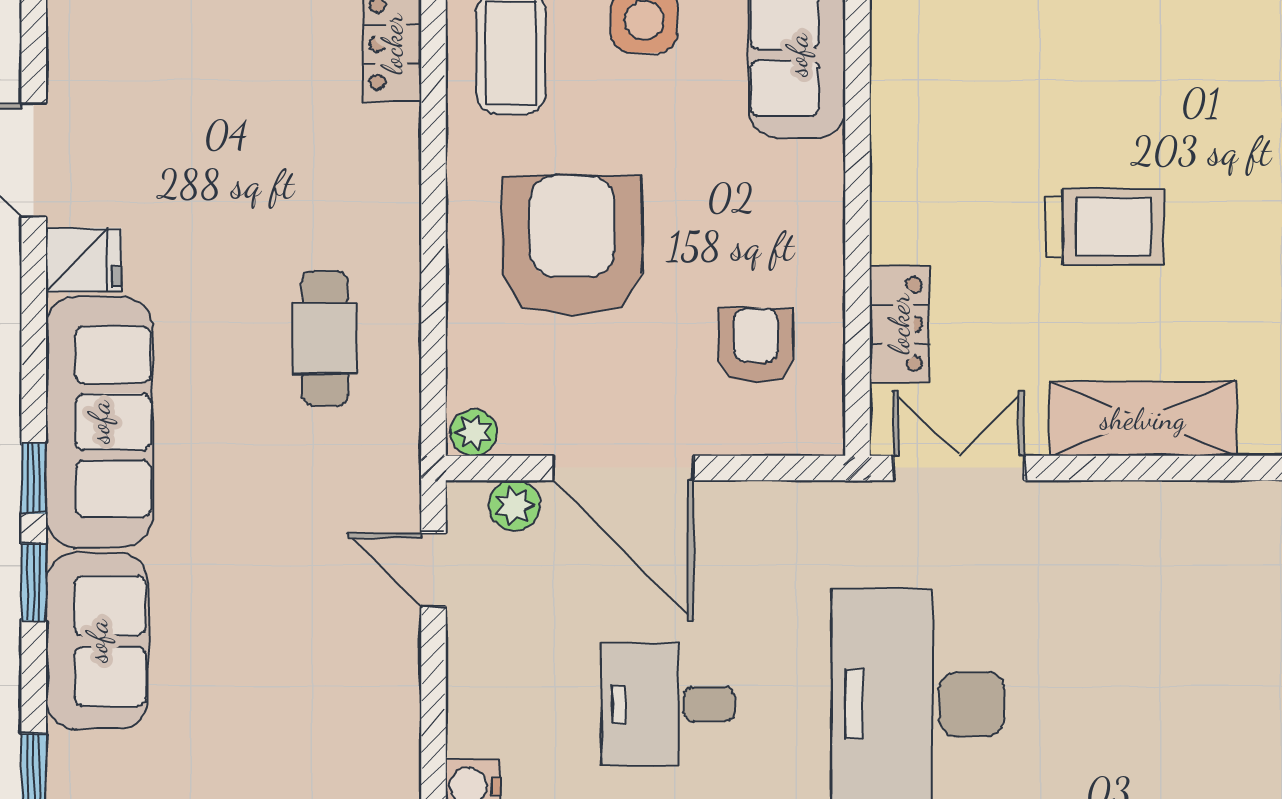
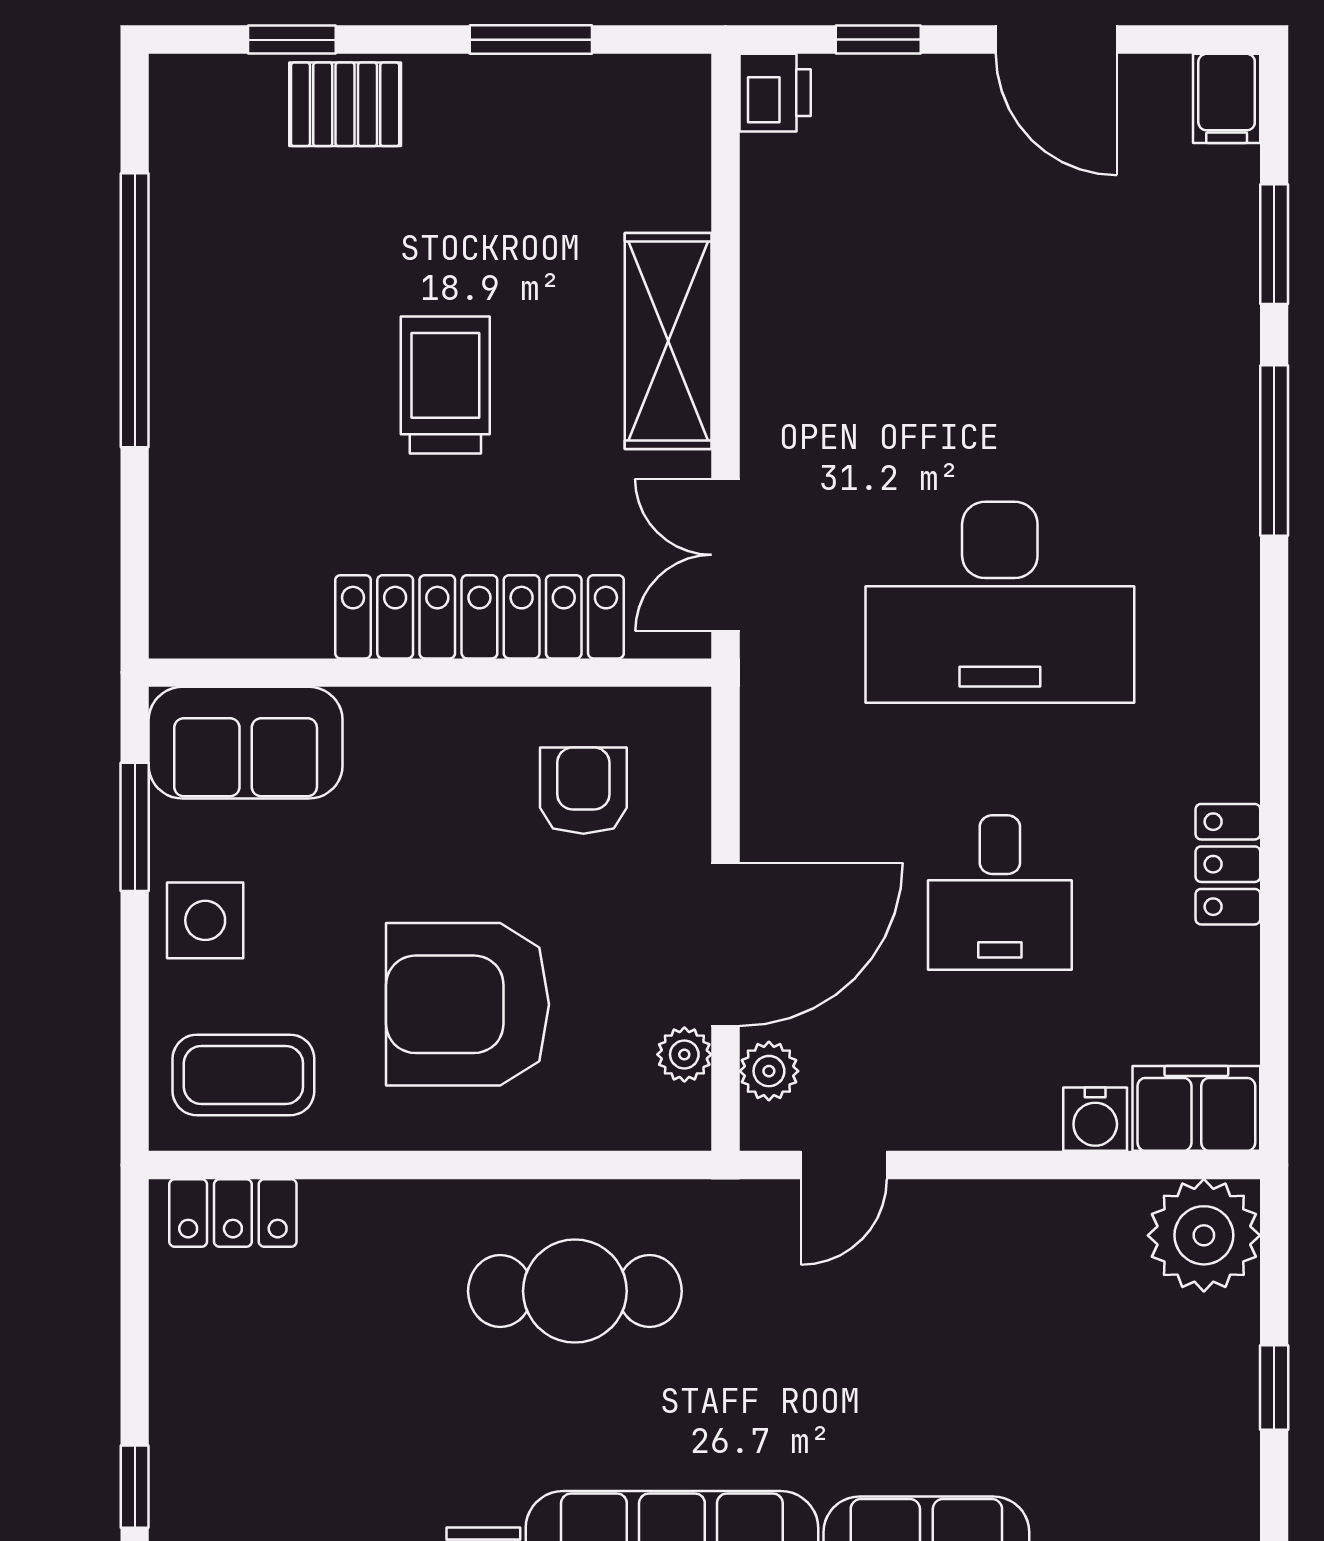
locker: (899, 324) -> (479, 617), width x2.16, depth x1.21
cafe table: (325, 338) -> (575, 1291), width x1.37, depth x1.35
armchair: (756, 346) -> (583, 791), turned 90
plant: (474, 432) -> (684, 1054), moved

